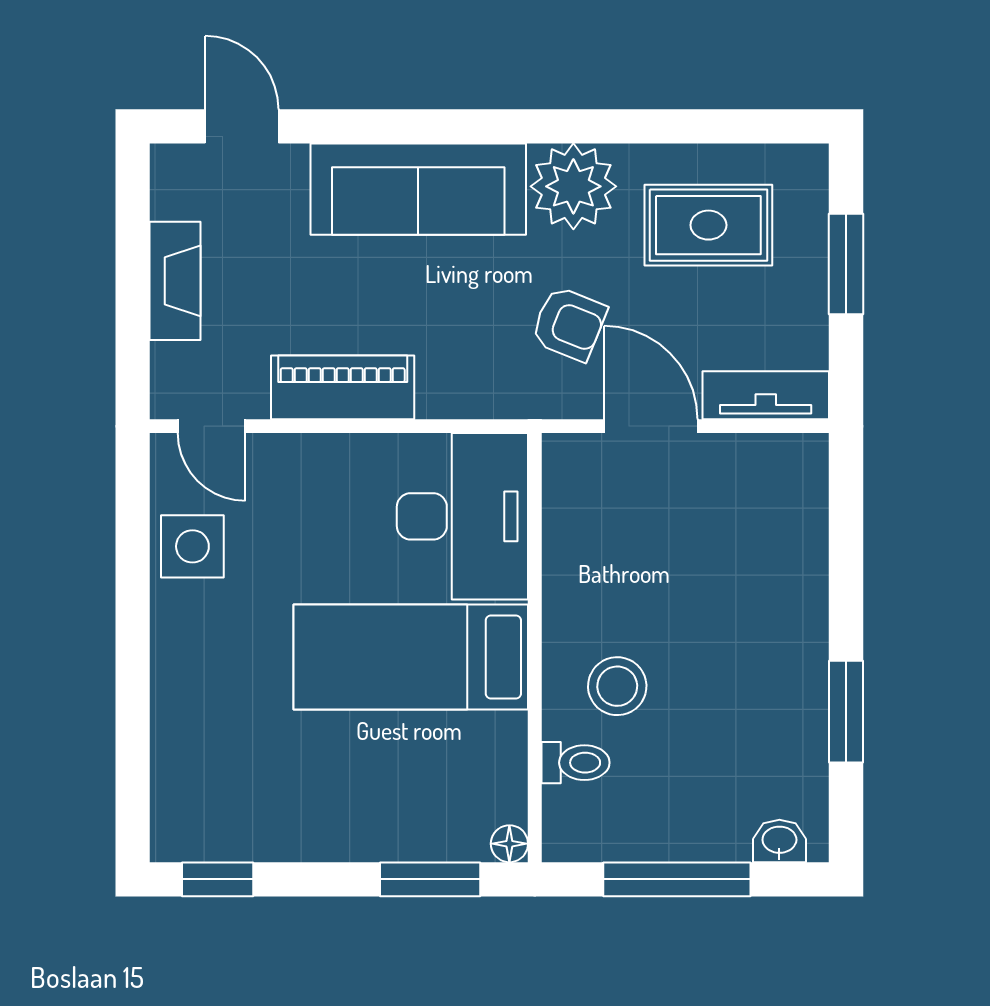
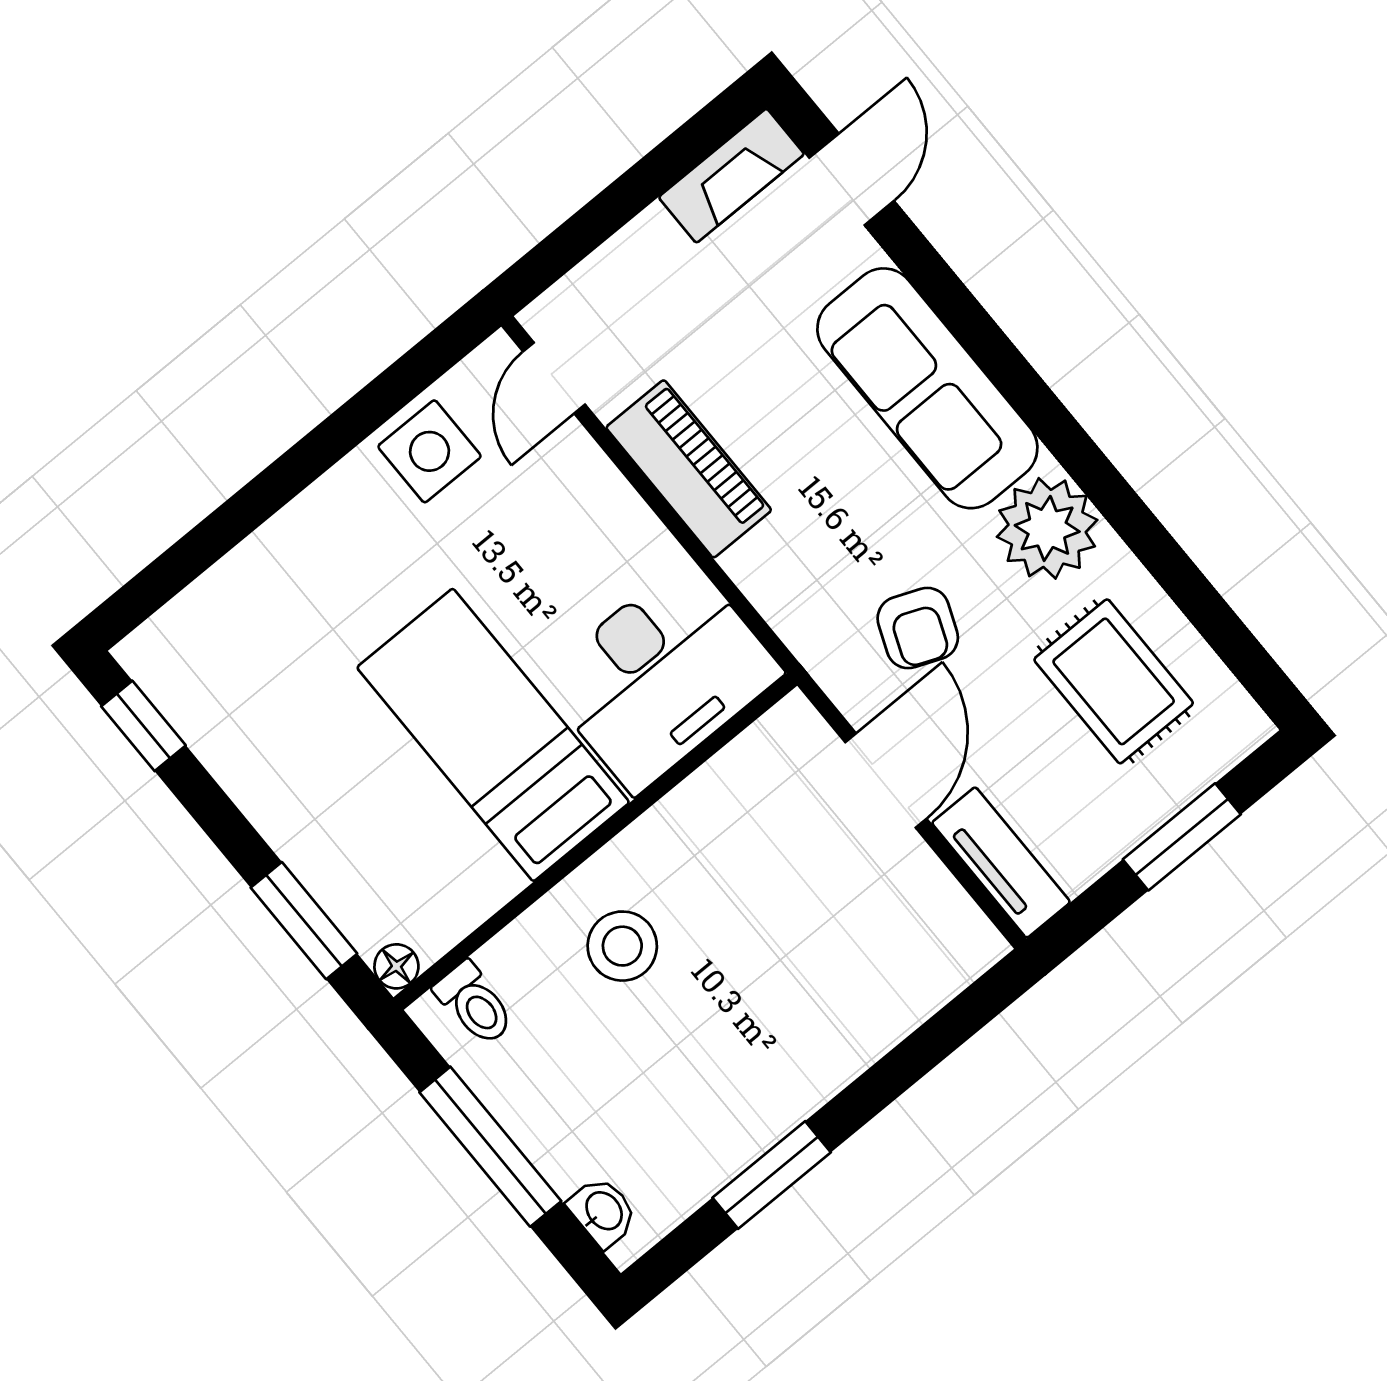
fireplace: (175, 281) -> (731, 176), moved
toilet: (576, 763) -> (474, 1004), moved

